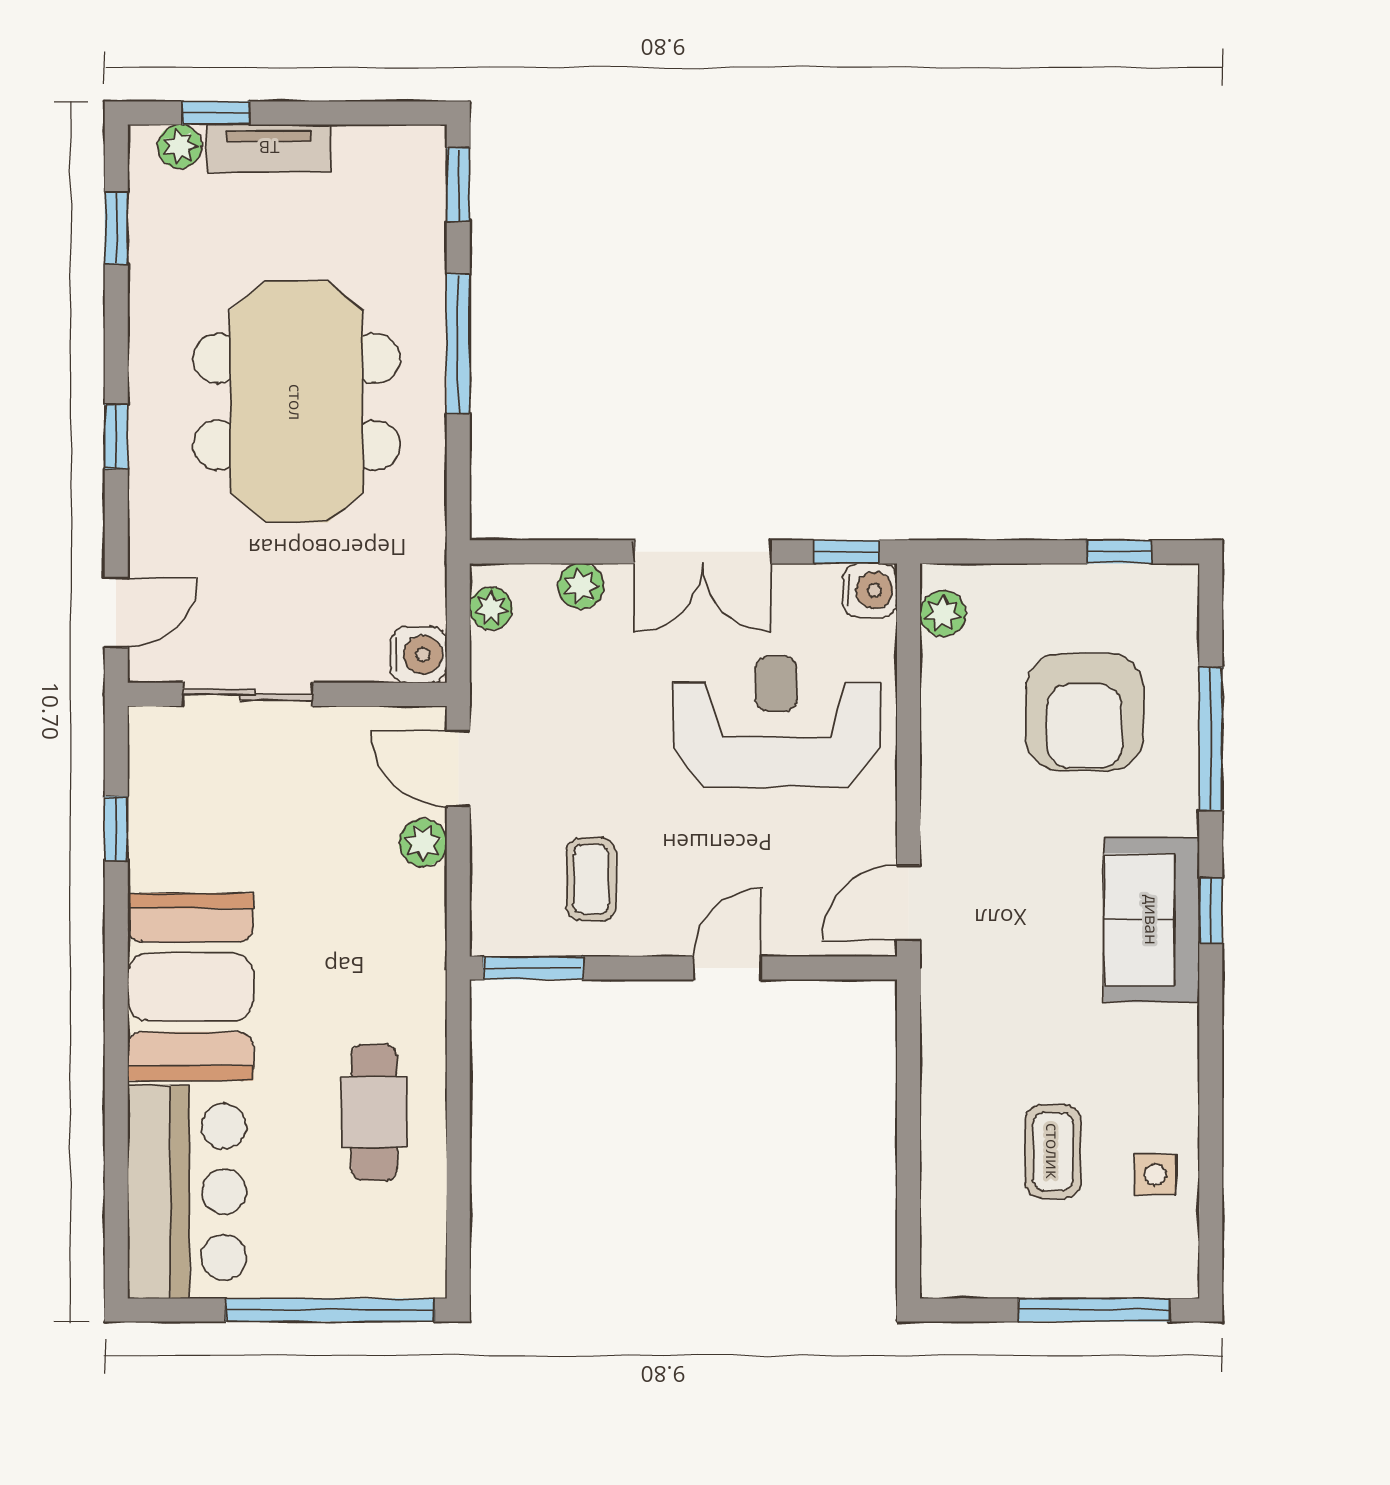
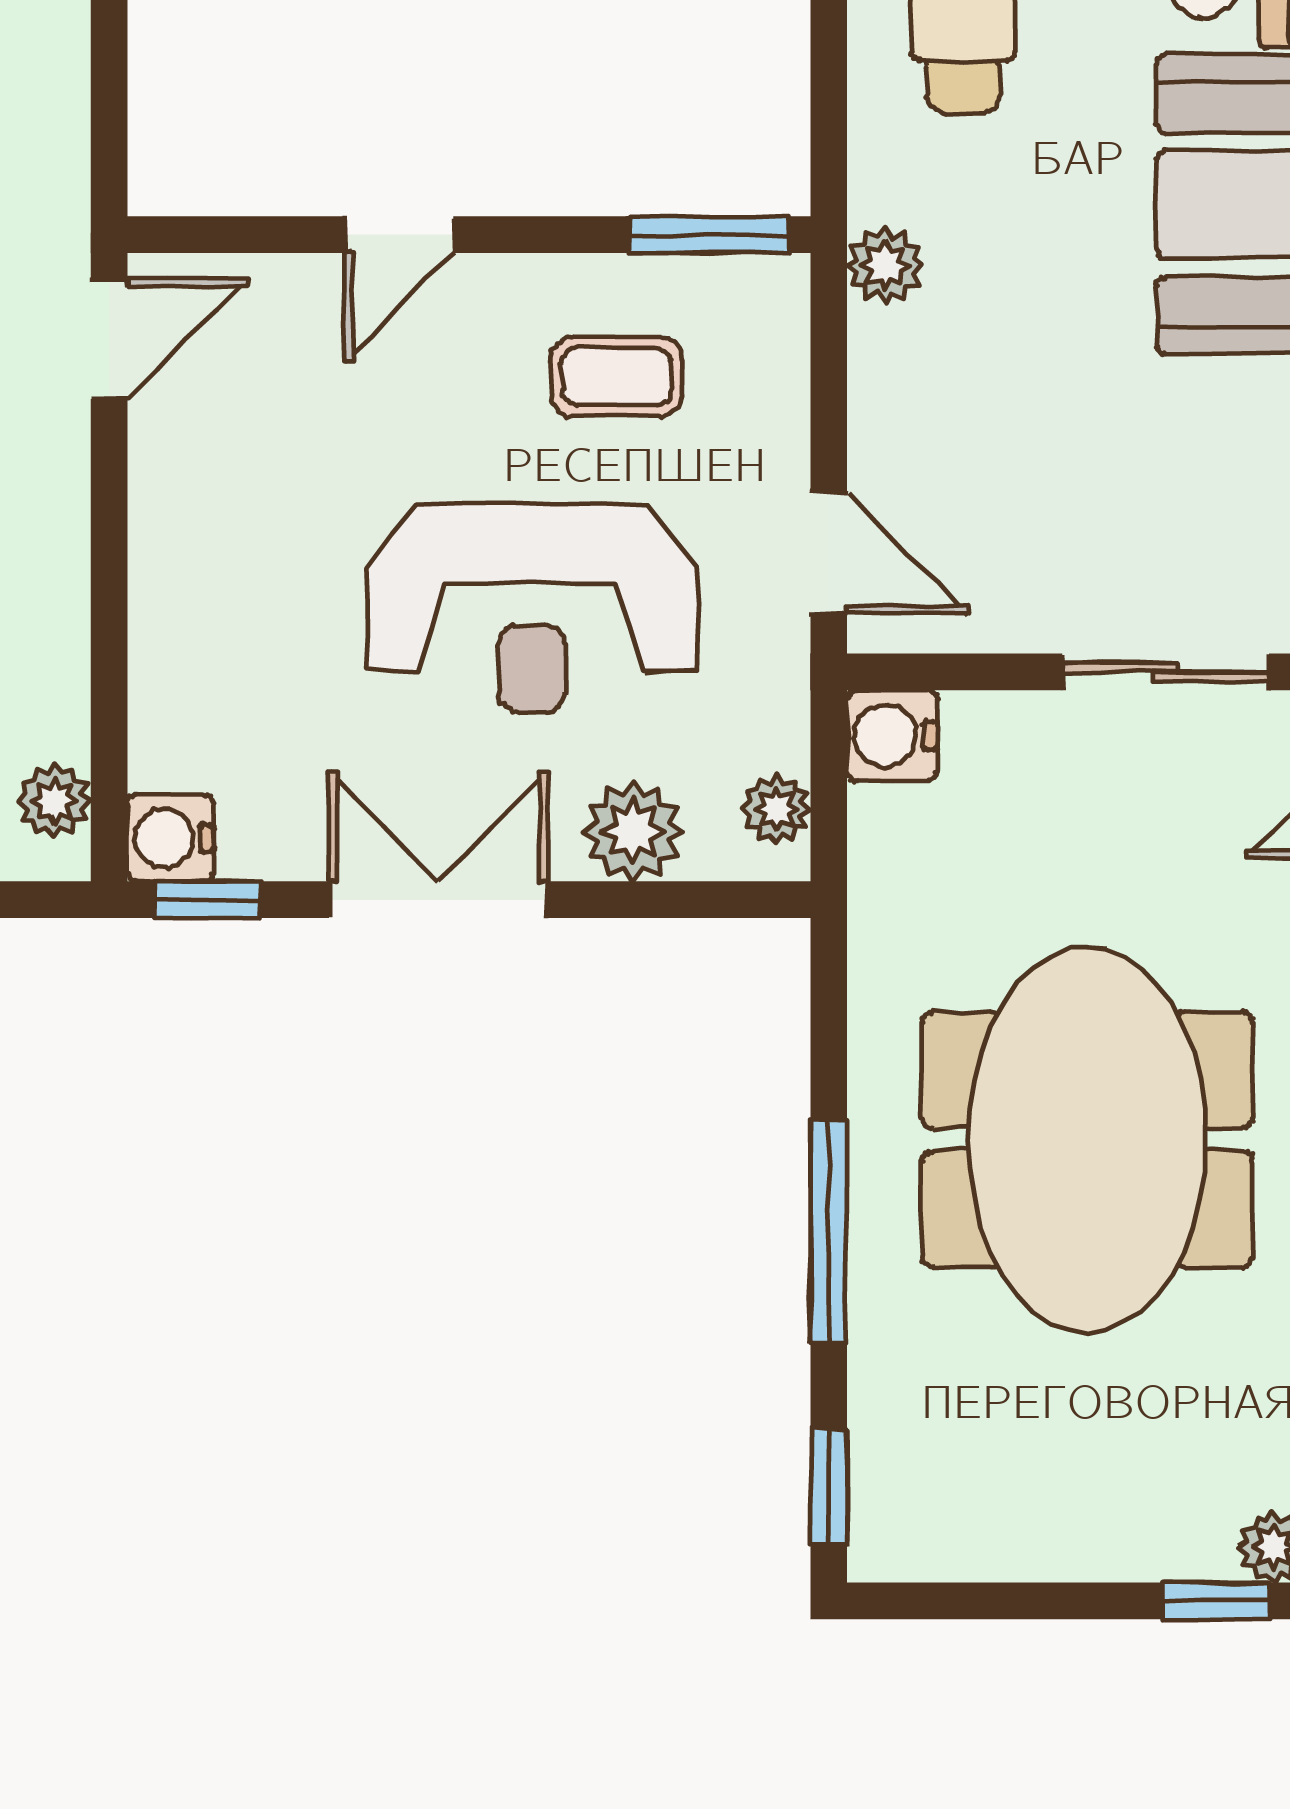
tv unit: (269, 148) -> (1132, 1545), removed
plant: (581, 586) -> (633, 831), width x1.38, depth x1.38
reception desk: (776, 722) -> (532, 609), moved
plant: (423, 843) -> (885, 266), moved
coffee table: (591, 879) -> (617, 377), turned 90

